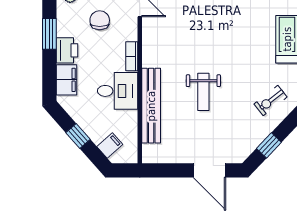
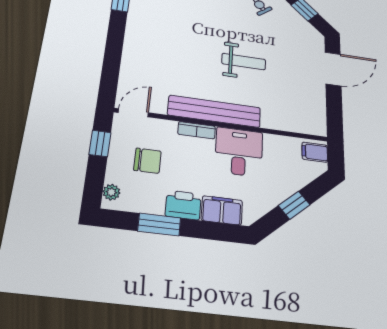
chair: (100, 20) -> (147, 161), turned 180
bench: (151, 106) -> (214, 111), moved
filing cabinet: (110, 145) -> (315, 152), moved, turned -48

